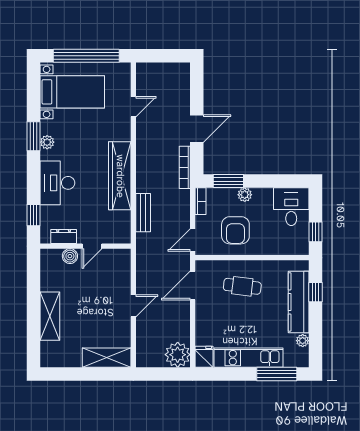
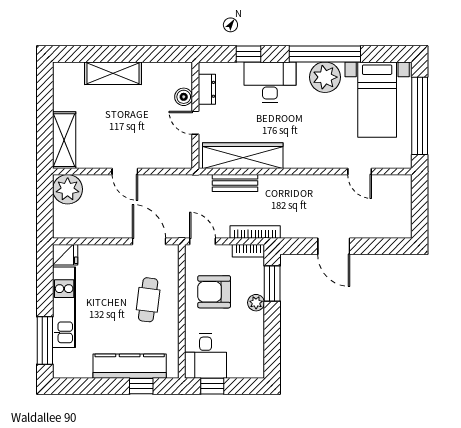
window: (34, 136) -> (325, 54), width x2.11
plant: (47, 142) -> (325, 77), width x1.88, depth x1.88
bookcase: (185, 167) -> (255, 232), moved
wardrobe: (120, 176) -> (243, 156), moved
desk: (291, 207) -> (206, 356), moved, turned 90
window: (34, 215) -> (249, 54), moved
plant: (303, 341) -> (84, 371), removed
plant: (178, 355) -> (68, 189), moved

